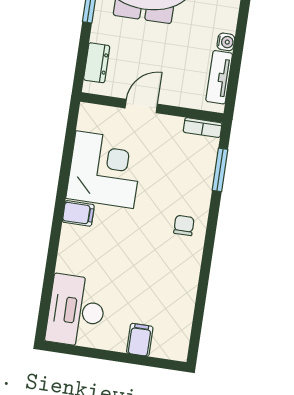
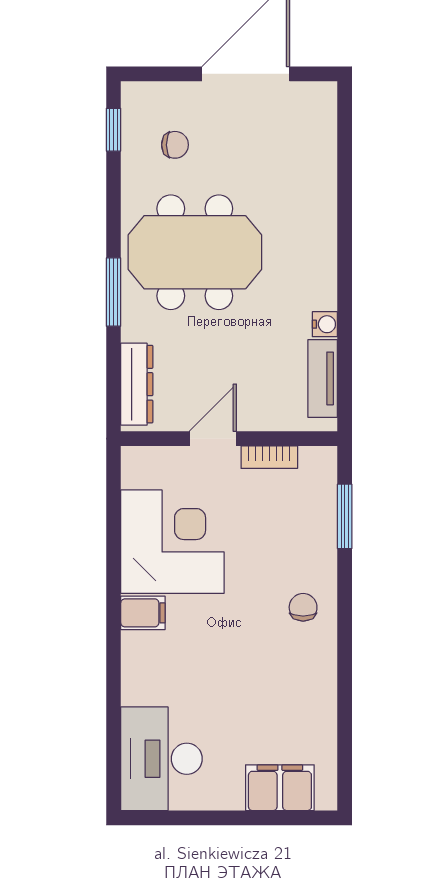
dresser: (97, 63) -> (137, 384), width x1.44
bookcase: (203, 128) -> (269, 457), moved
filing cabinet: (140, 340) -> (280, 788), width x2.00

